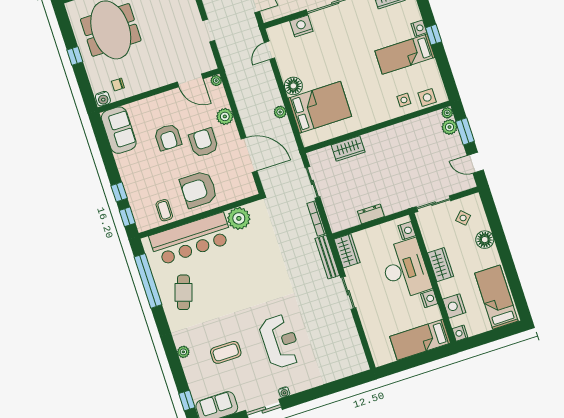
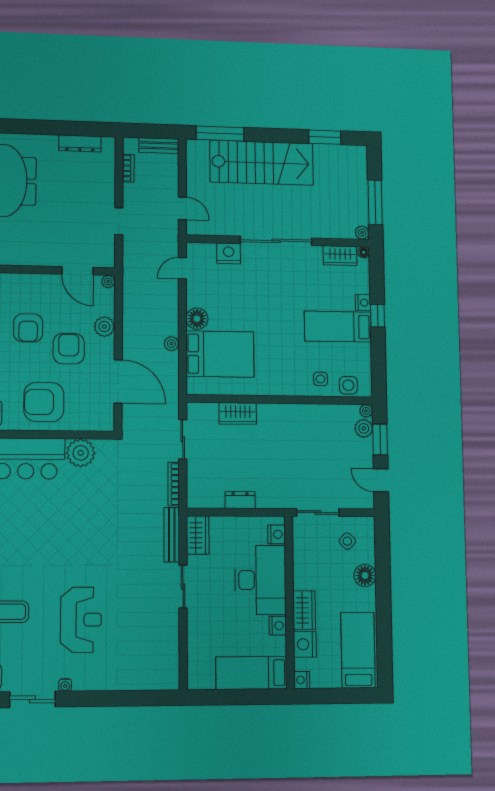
wardrobe: (441, 265) -> (304, 610), moved

